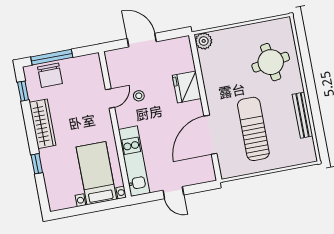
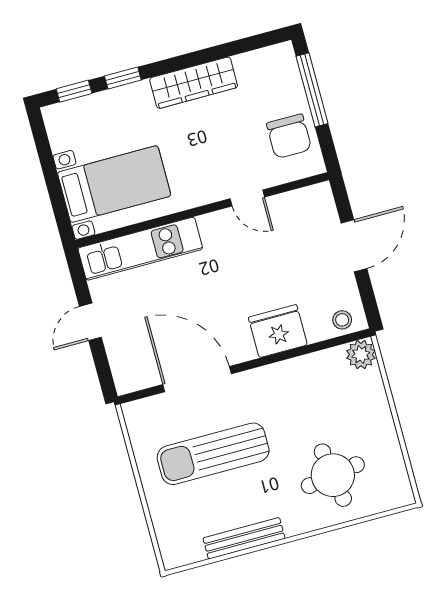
chair: (50, 75) -> (289, 136), moved, turned -90
window: (23, 91) -> (74, 91), moved
stool: (139, 96) -> (342, 320), moved
sun lounger: (253, 129) -> (213, 454), turned 180

